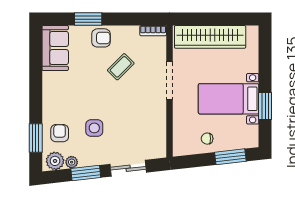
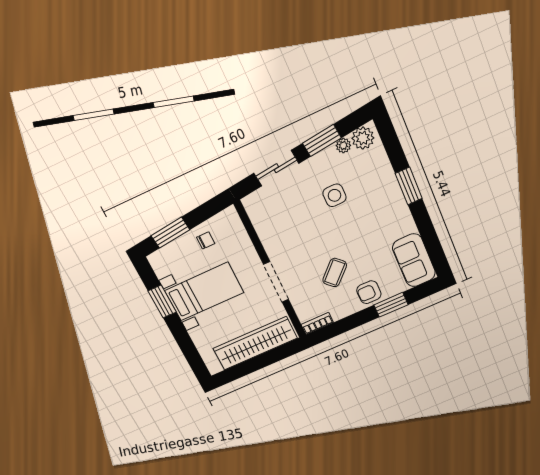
armchair: (60, 133) -> (371, 172), removed
window: (36, 138) -> (409, 186), moved

